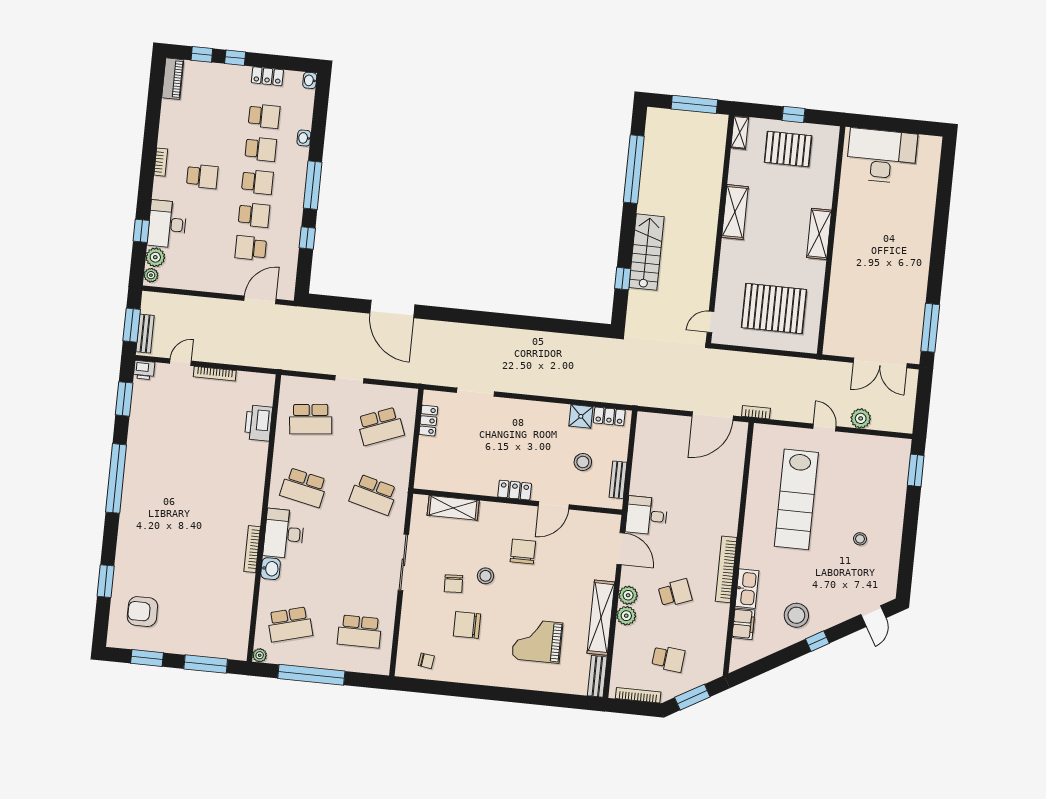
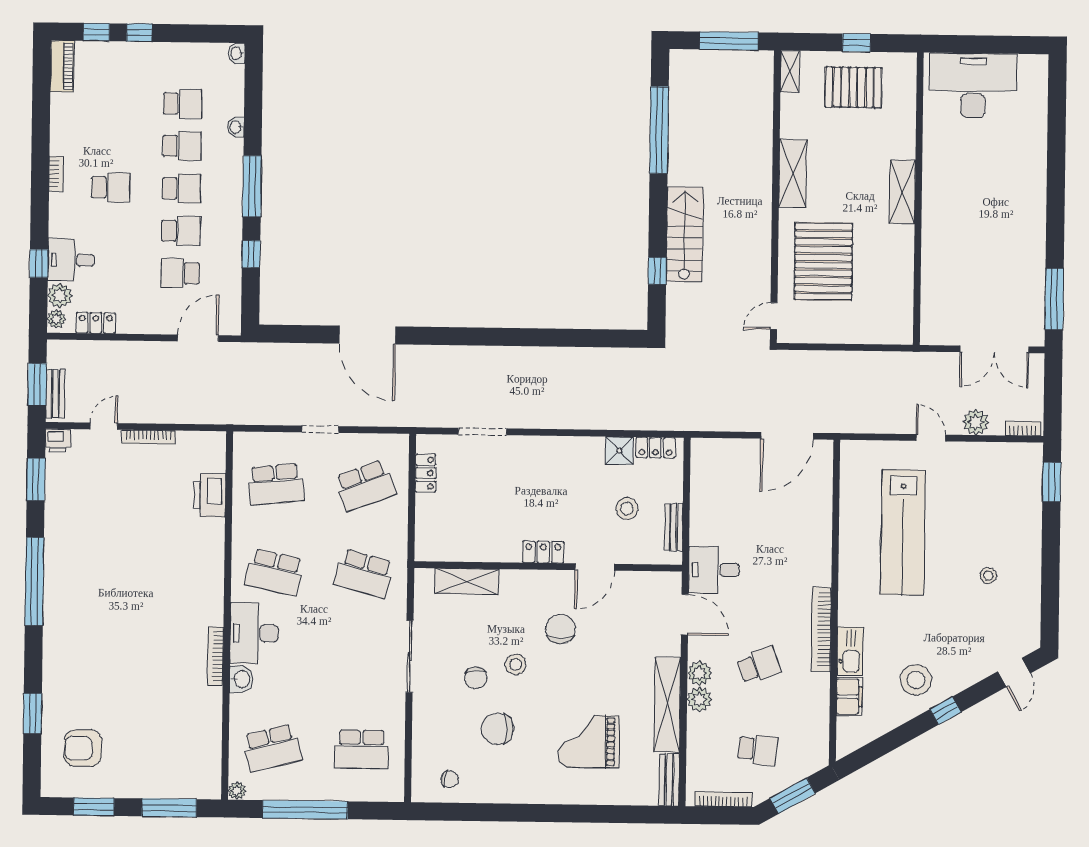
locker: (267, 76) -> (96, 323), moved, turned 180
desk: (167, 224) -> (71, 260), width x0.73
pallet: (774, 309) -> (823, 262), moved, turned 90
bookcase: (756, 412) -> (1023, 429), moved

